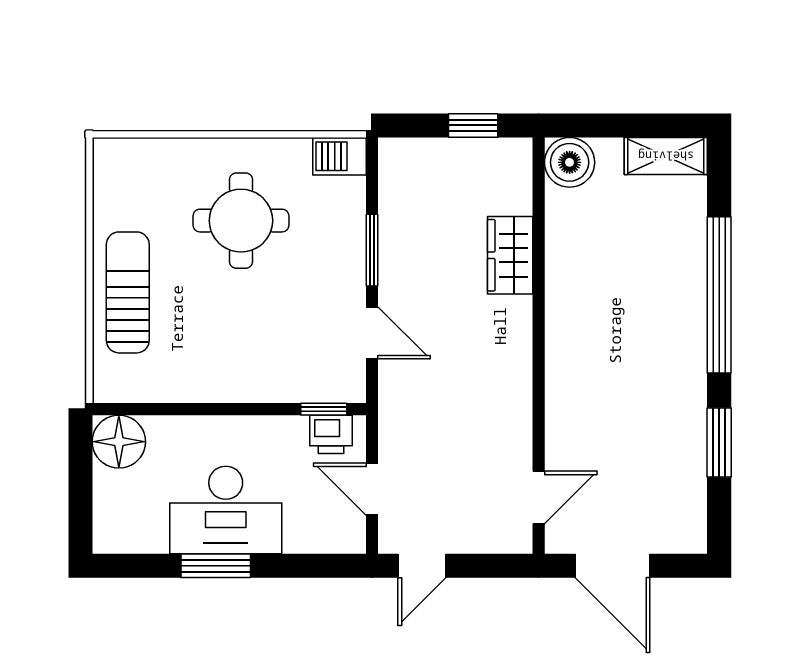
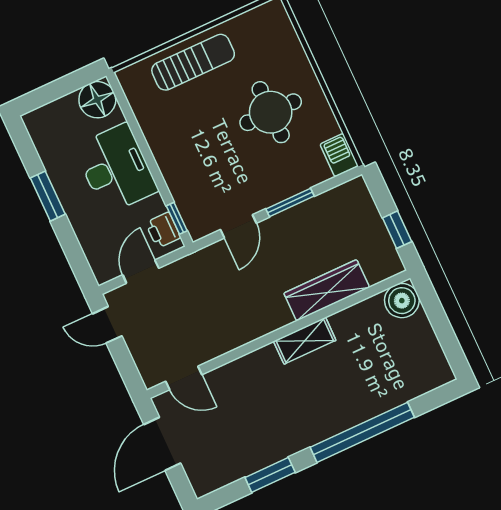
shelving: (666, 156) -> (305, 341), moved, turned 90
wardrobe: (510, 255) -> (327, 290), width x1.50
desk: (226, 510) -> (116, 169), moved, turned 180

